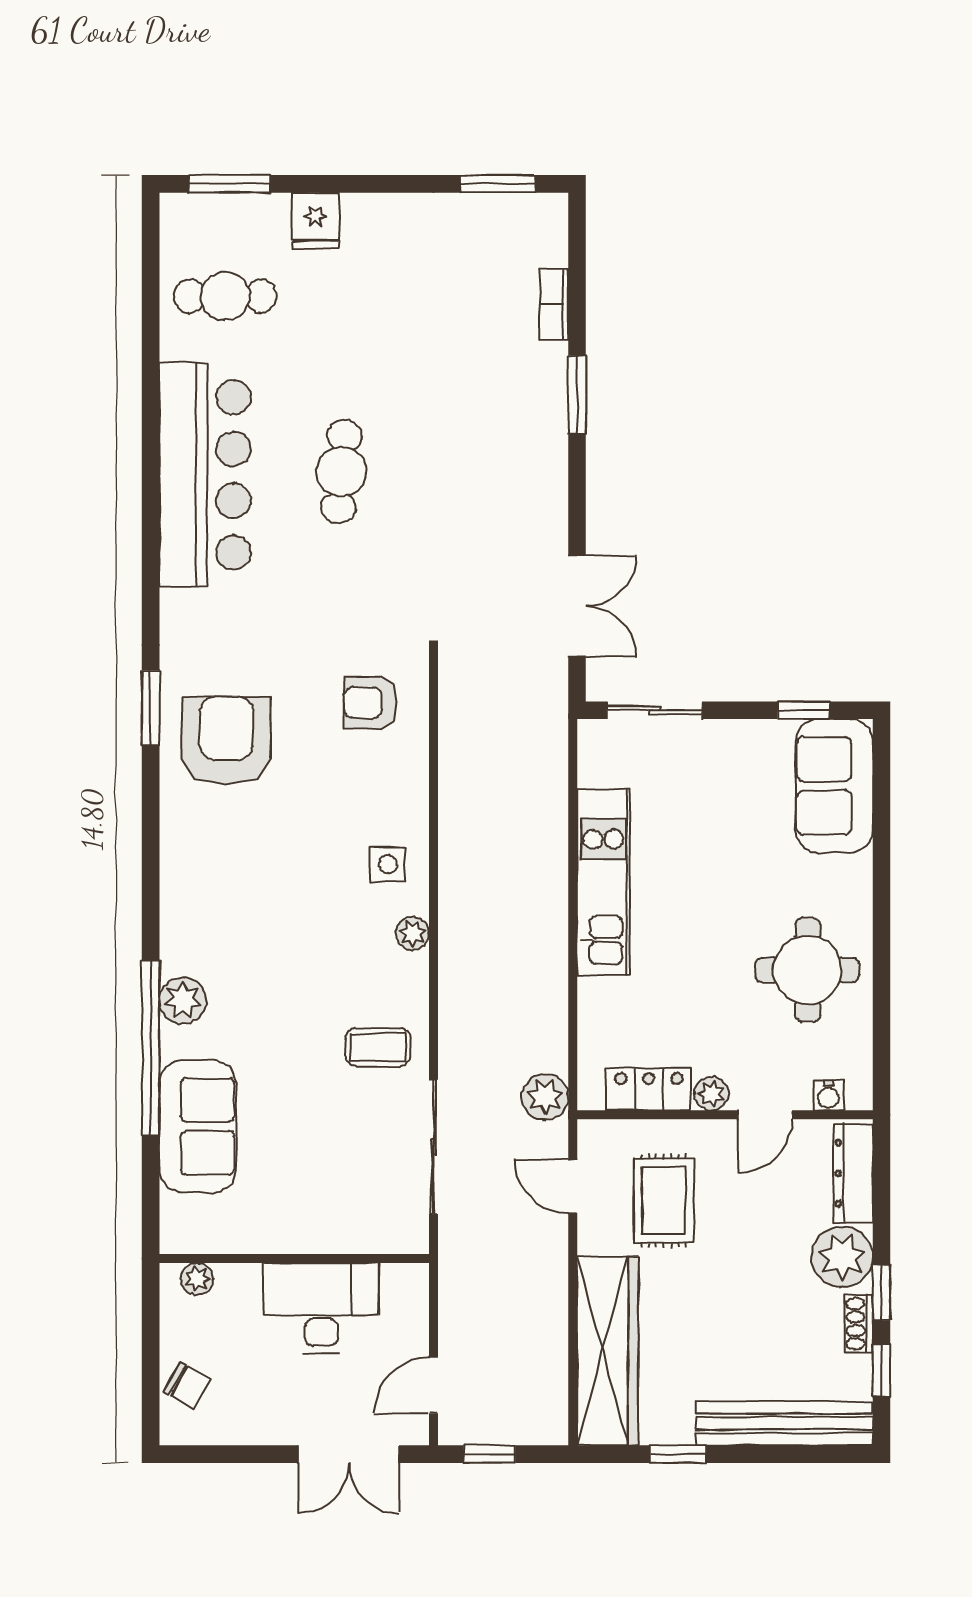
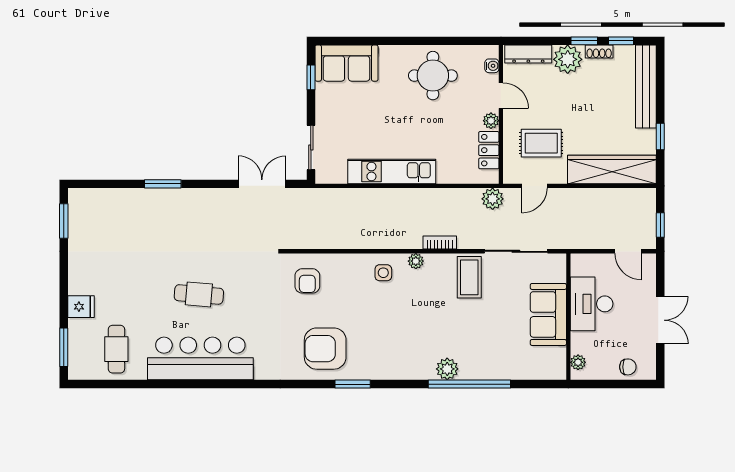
bookcase: (554, 304) -> (440, 243), moved, turned 180
window: (151, 708) -> (353, 384), moved
coffee table: (378, 1047) -> (469, 277), width x1.36, depth x1.30
sofa: (198, 1126) -> (548, 314), moved, turned -90
chair: (187, 1385) -> (628, 367), turned 61
double door: (349, 1454) -> (660, 320), moved

